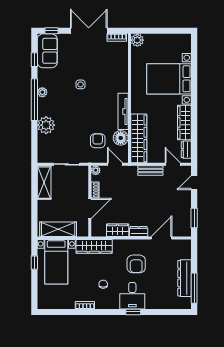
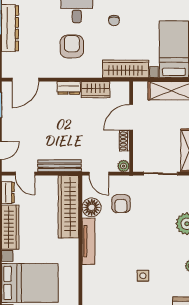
bench: (150, 170) -> (59, 166), width x1.36
door: (162, 238) -> (25, 80), moved

